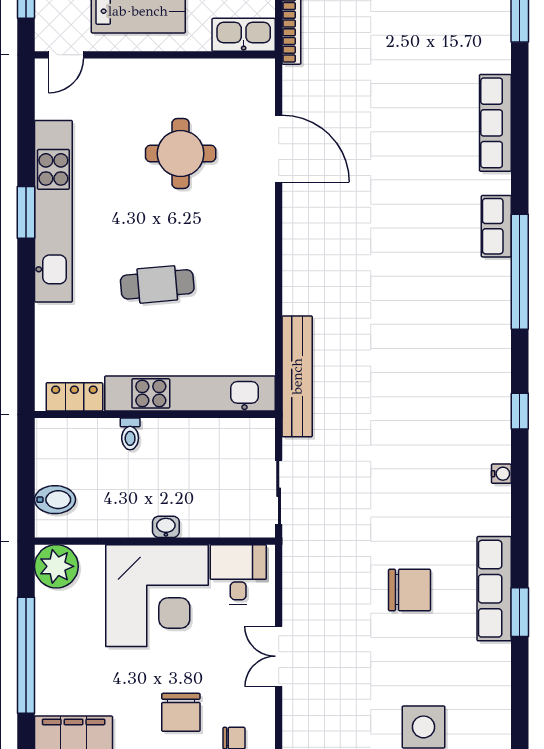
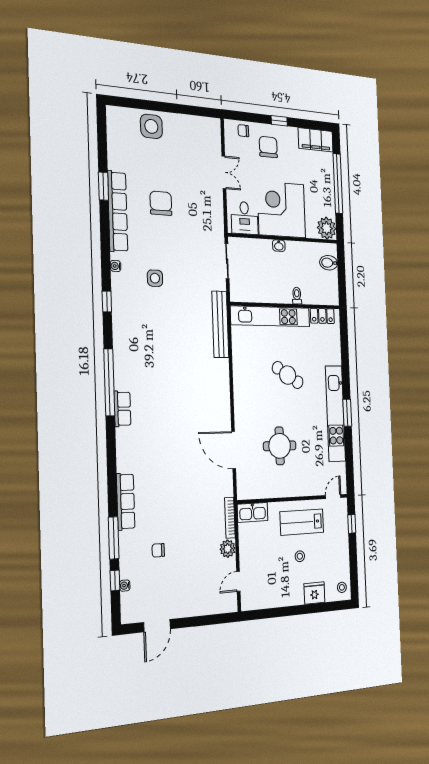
row of seats: (495, 123) -> (126, 501), moved
cafe table: (157, 284) -> (288, 375), turned 37
side table: (426, 455) -> (155, 278), added
row of seats: (494, 589) -> (118, 211), width x1.36
chair: (409, 590) -> (161, 203), turned 90

